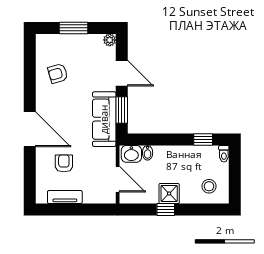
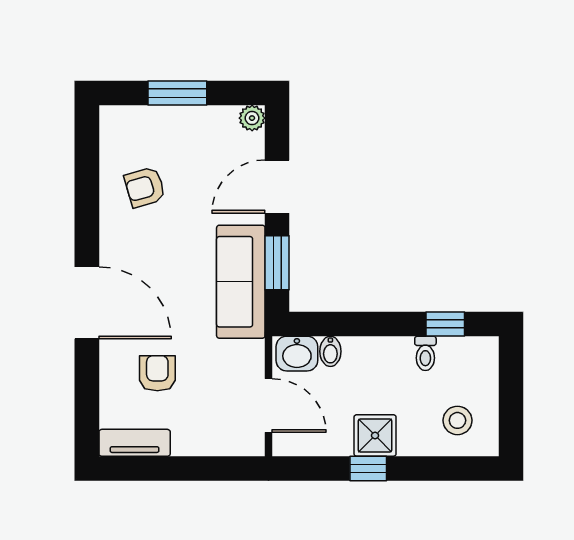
door: (122, 73) -> (277, 187), swing flipped
toilet: (224, 154) -> (425, 353), moved
tv unit: (65, 197) -> (135, 443), moved

